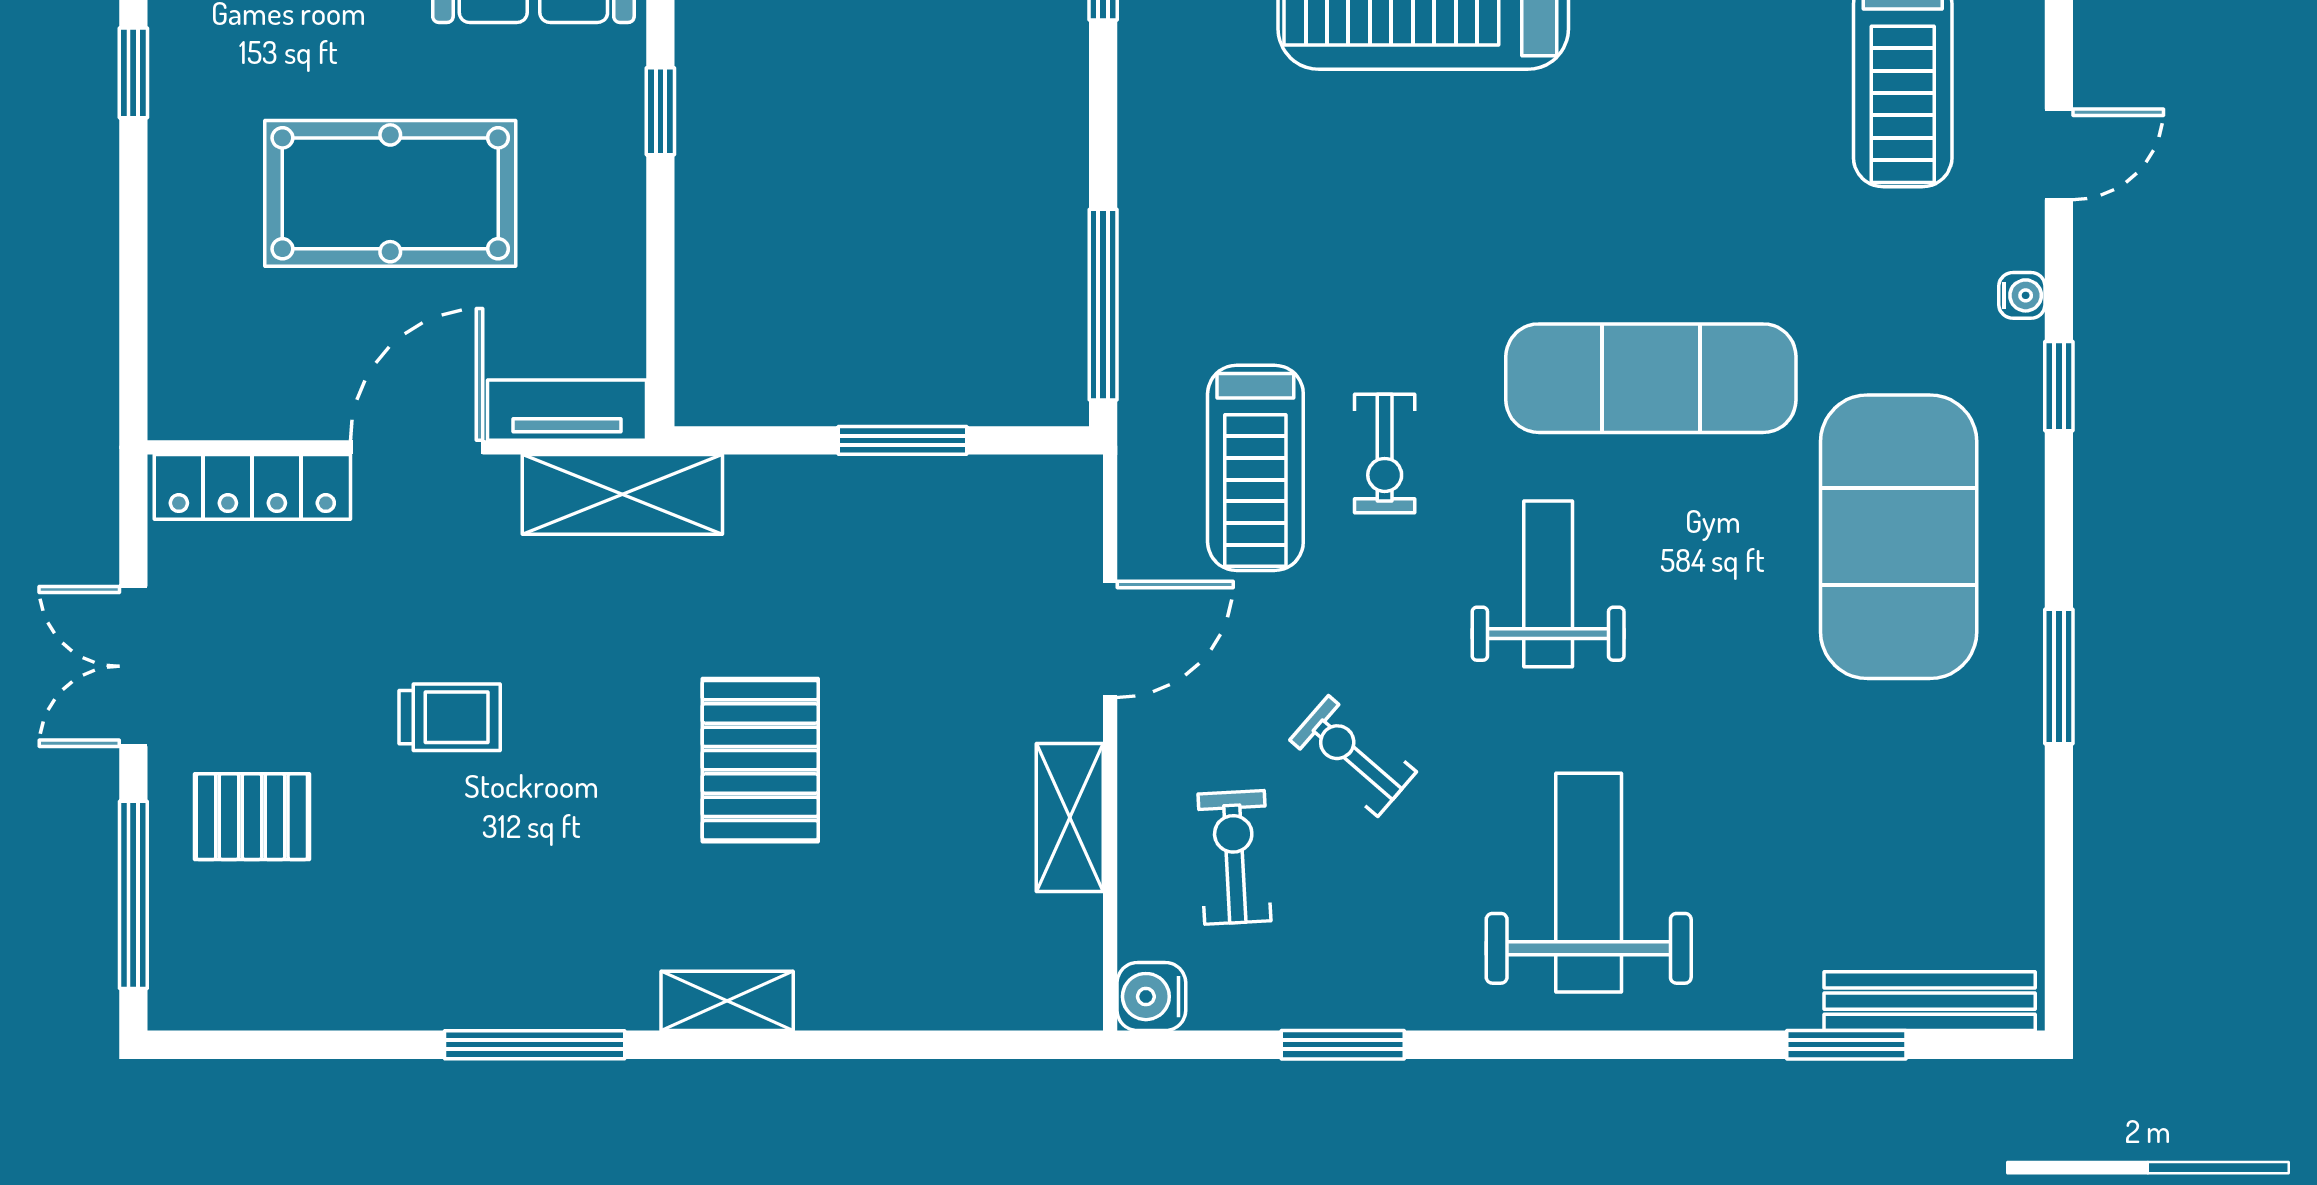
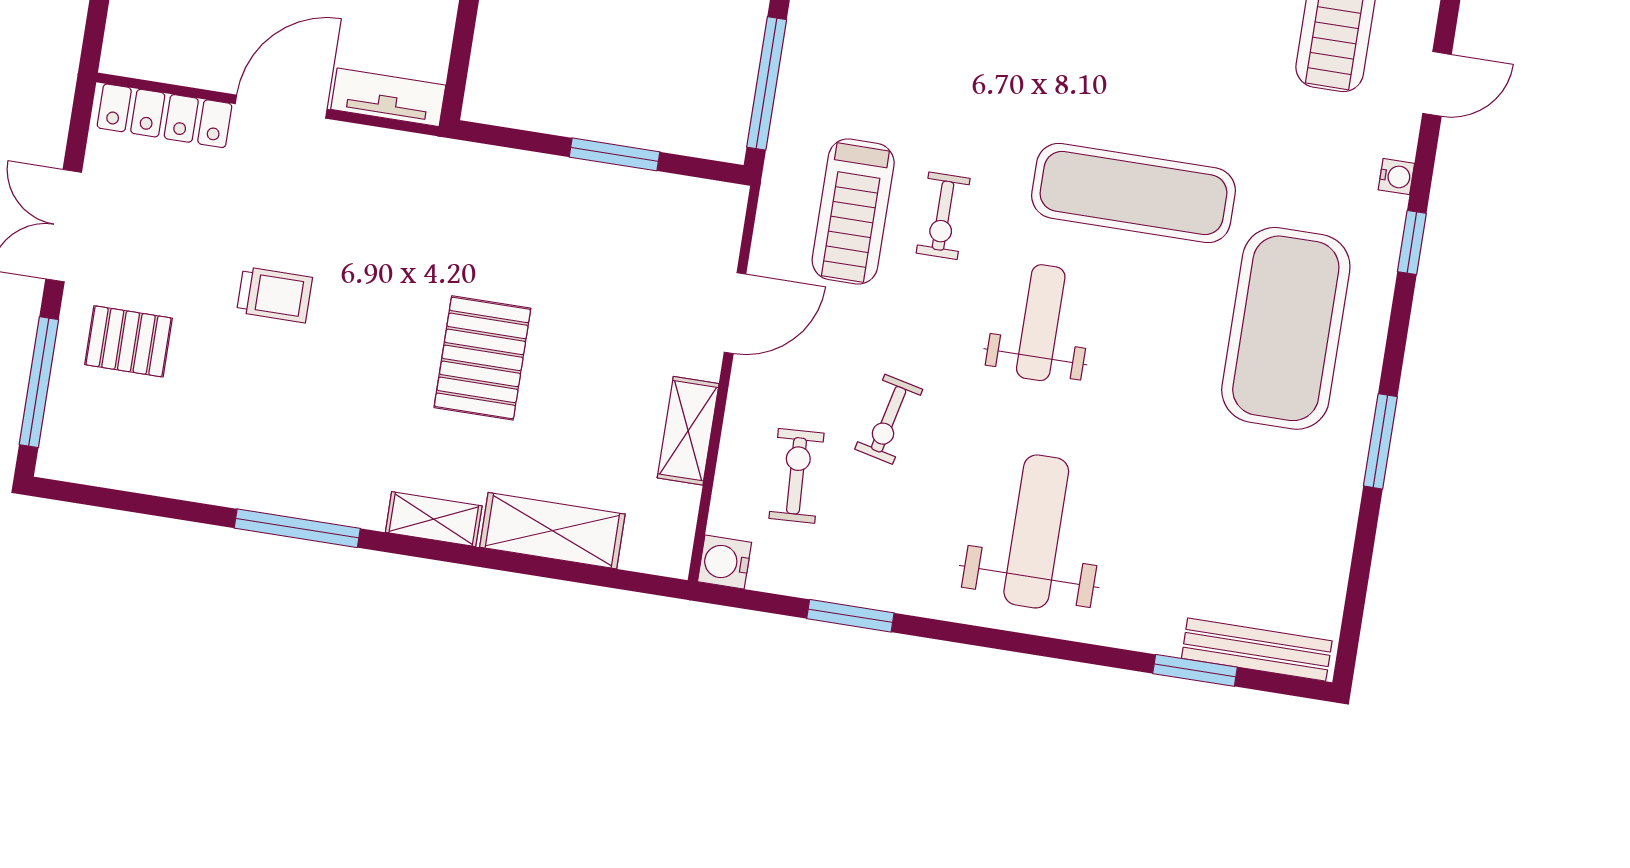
shelving: (622, 494) -> (552, 531), moved
exercise bike: (1353, 756) -> (889, 419), turned -118

